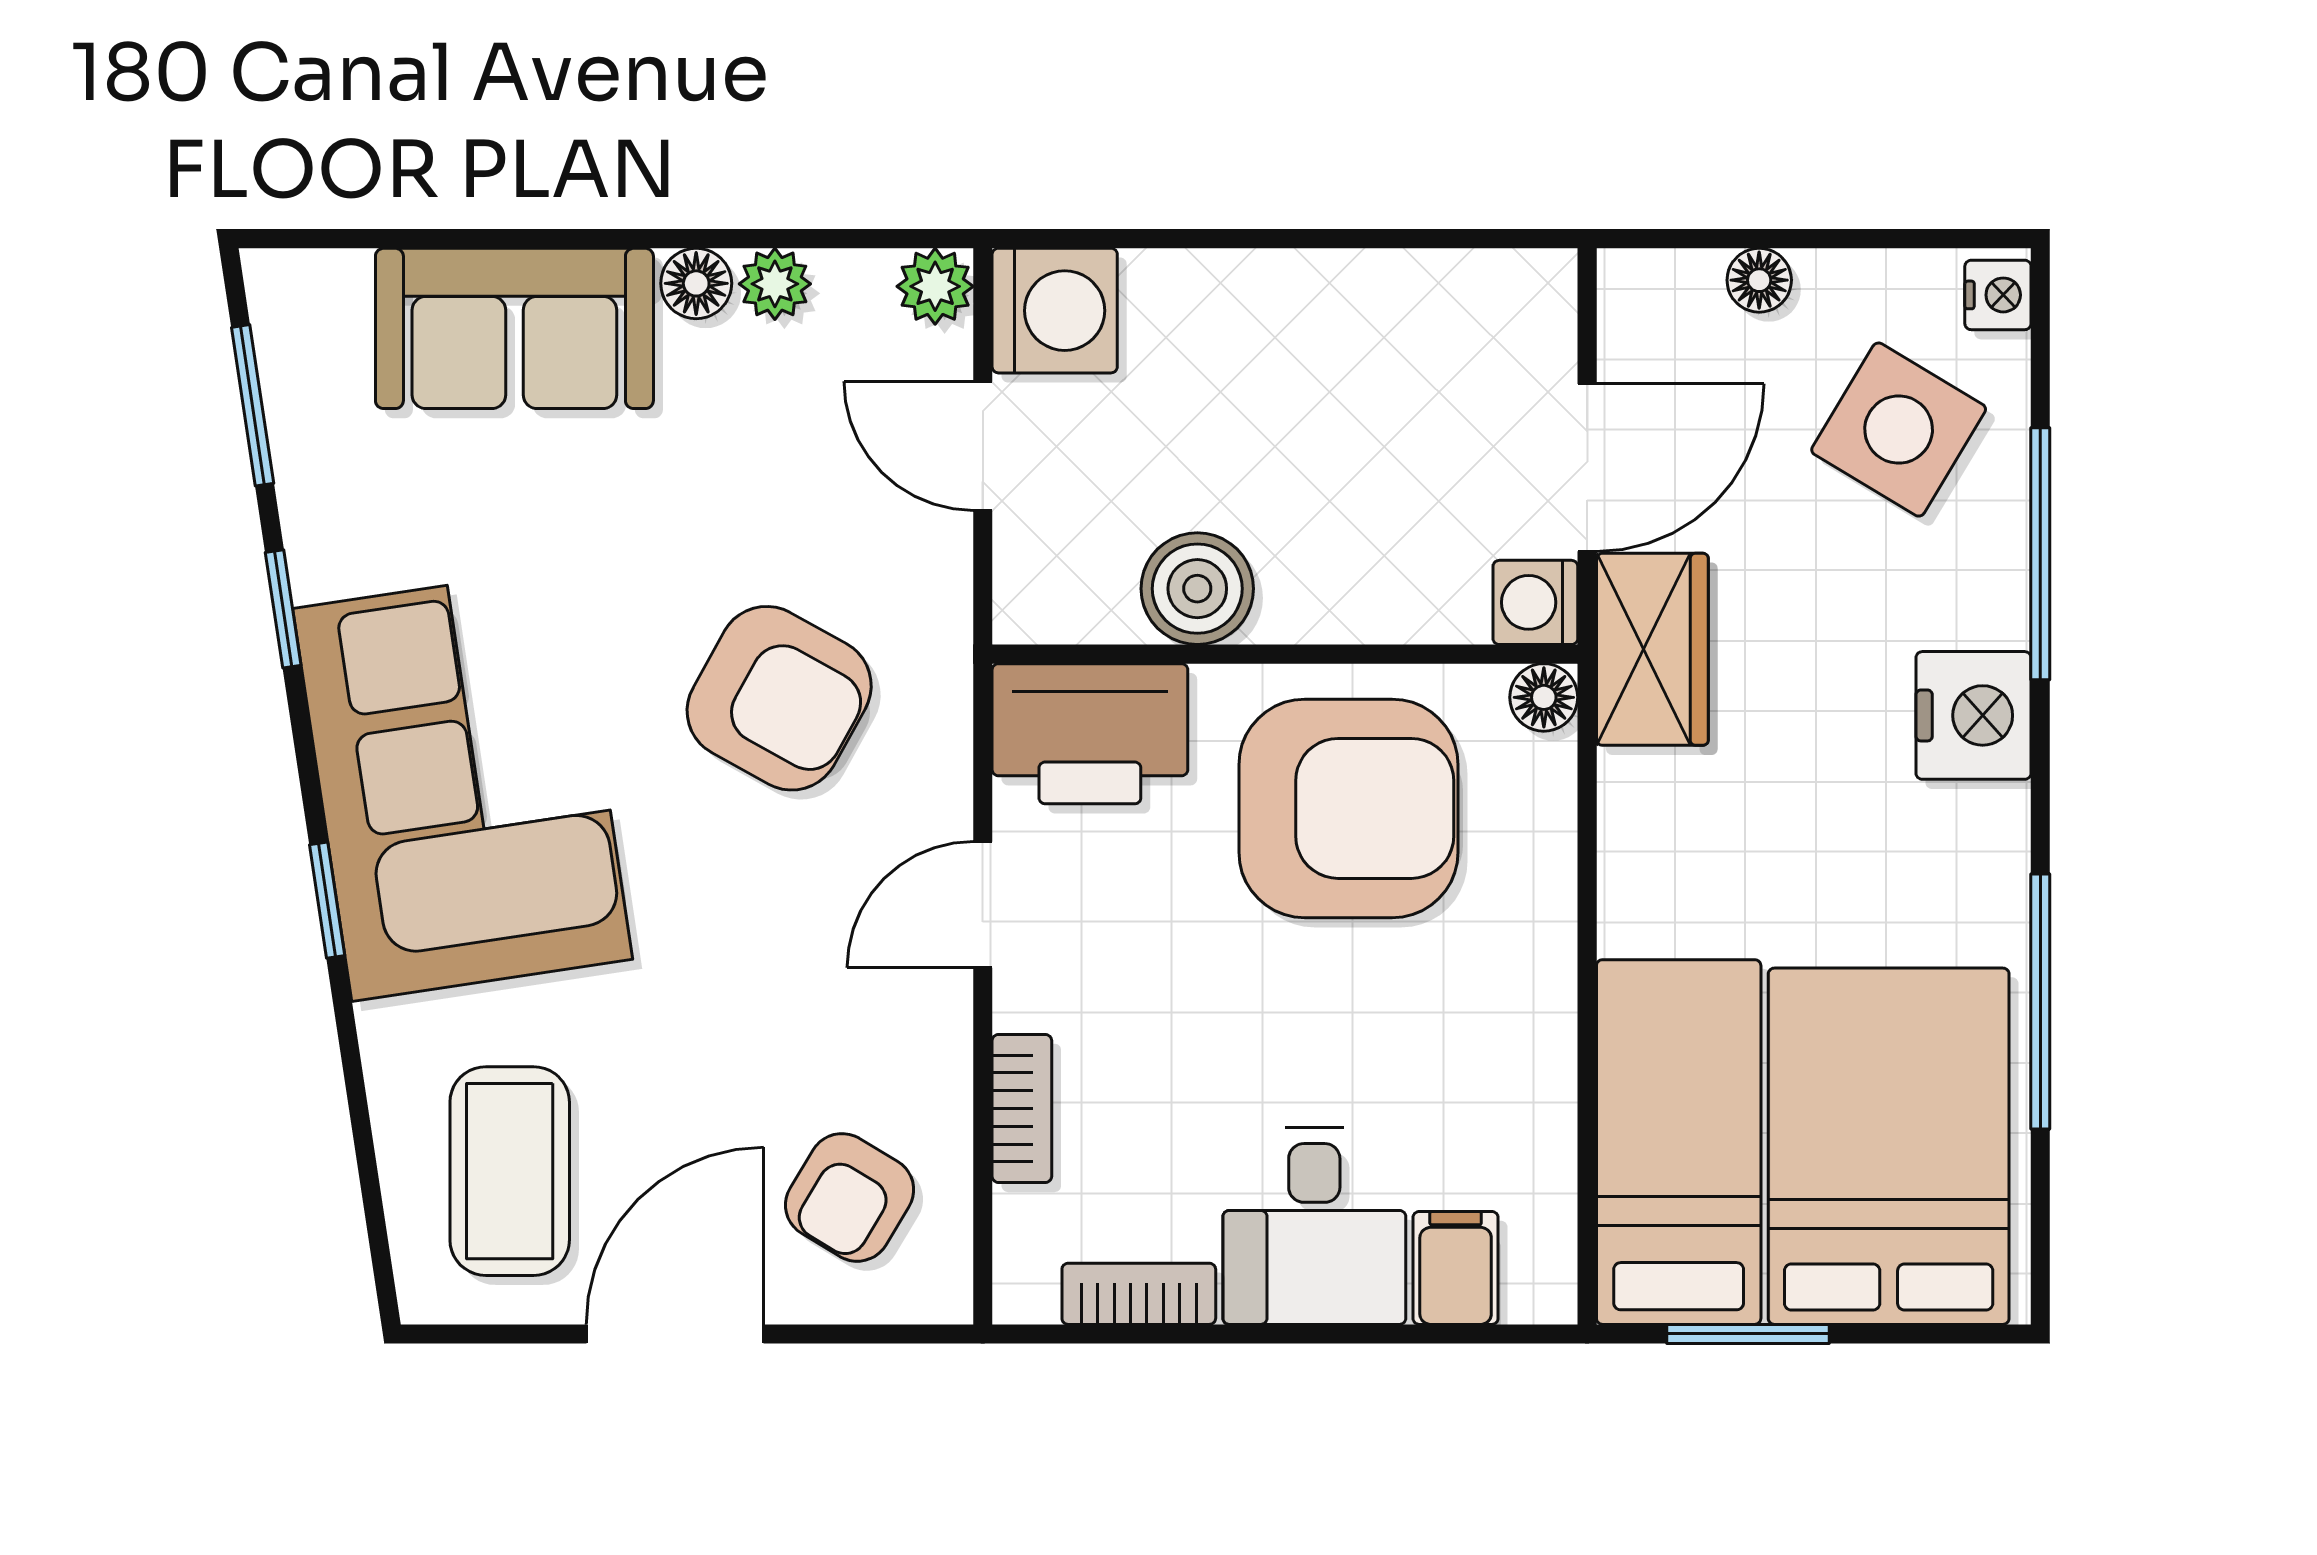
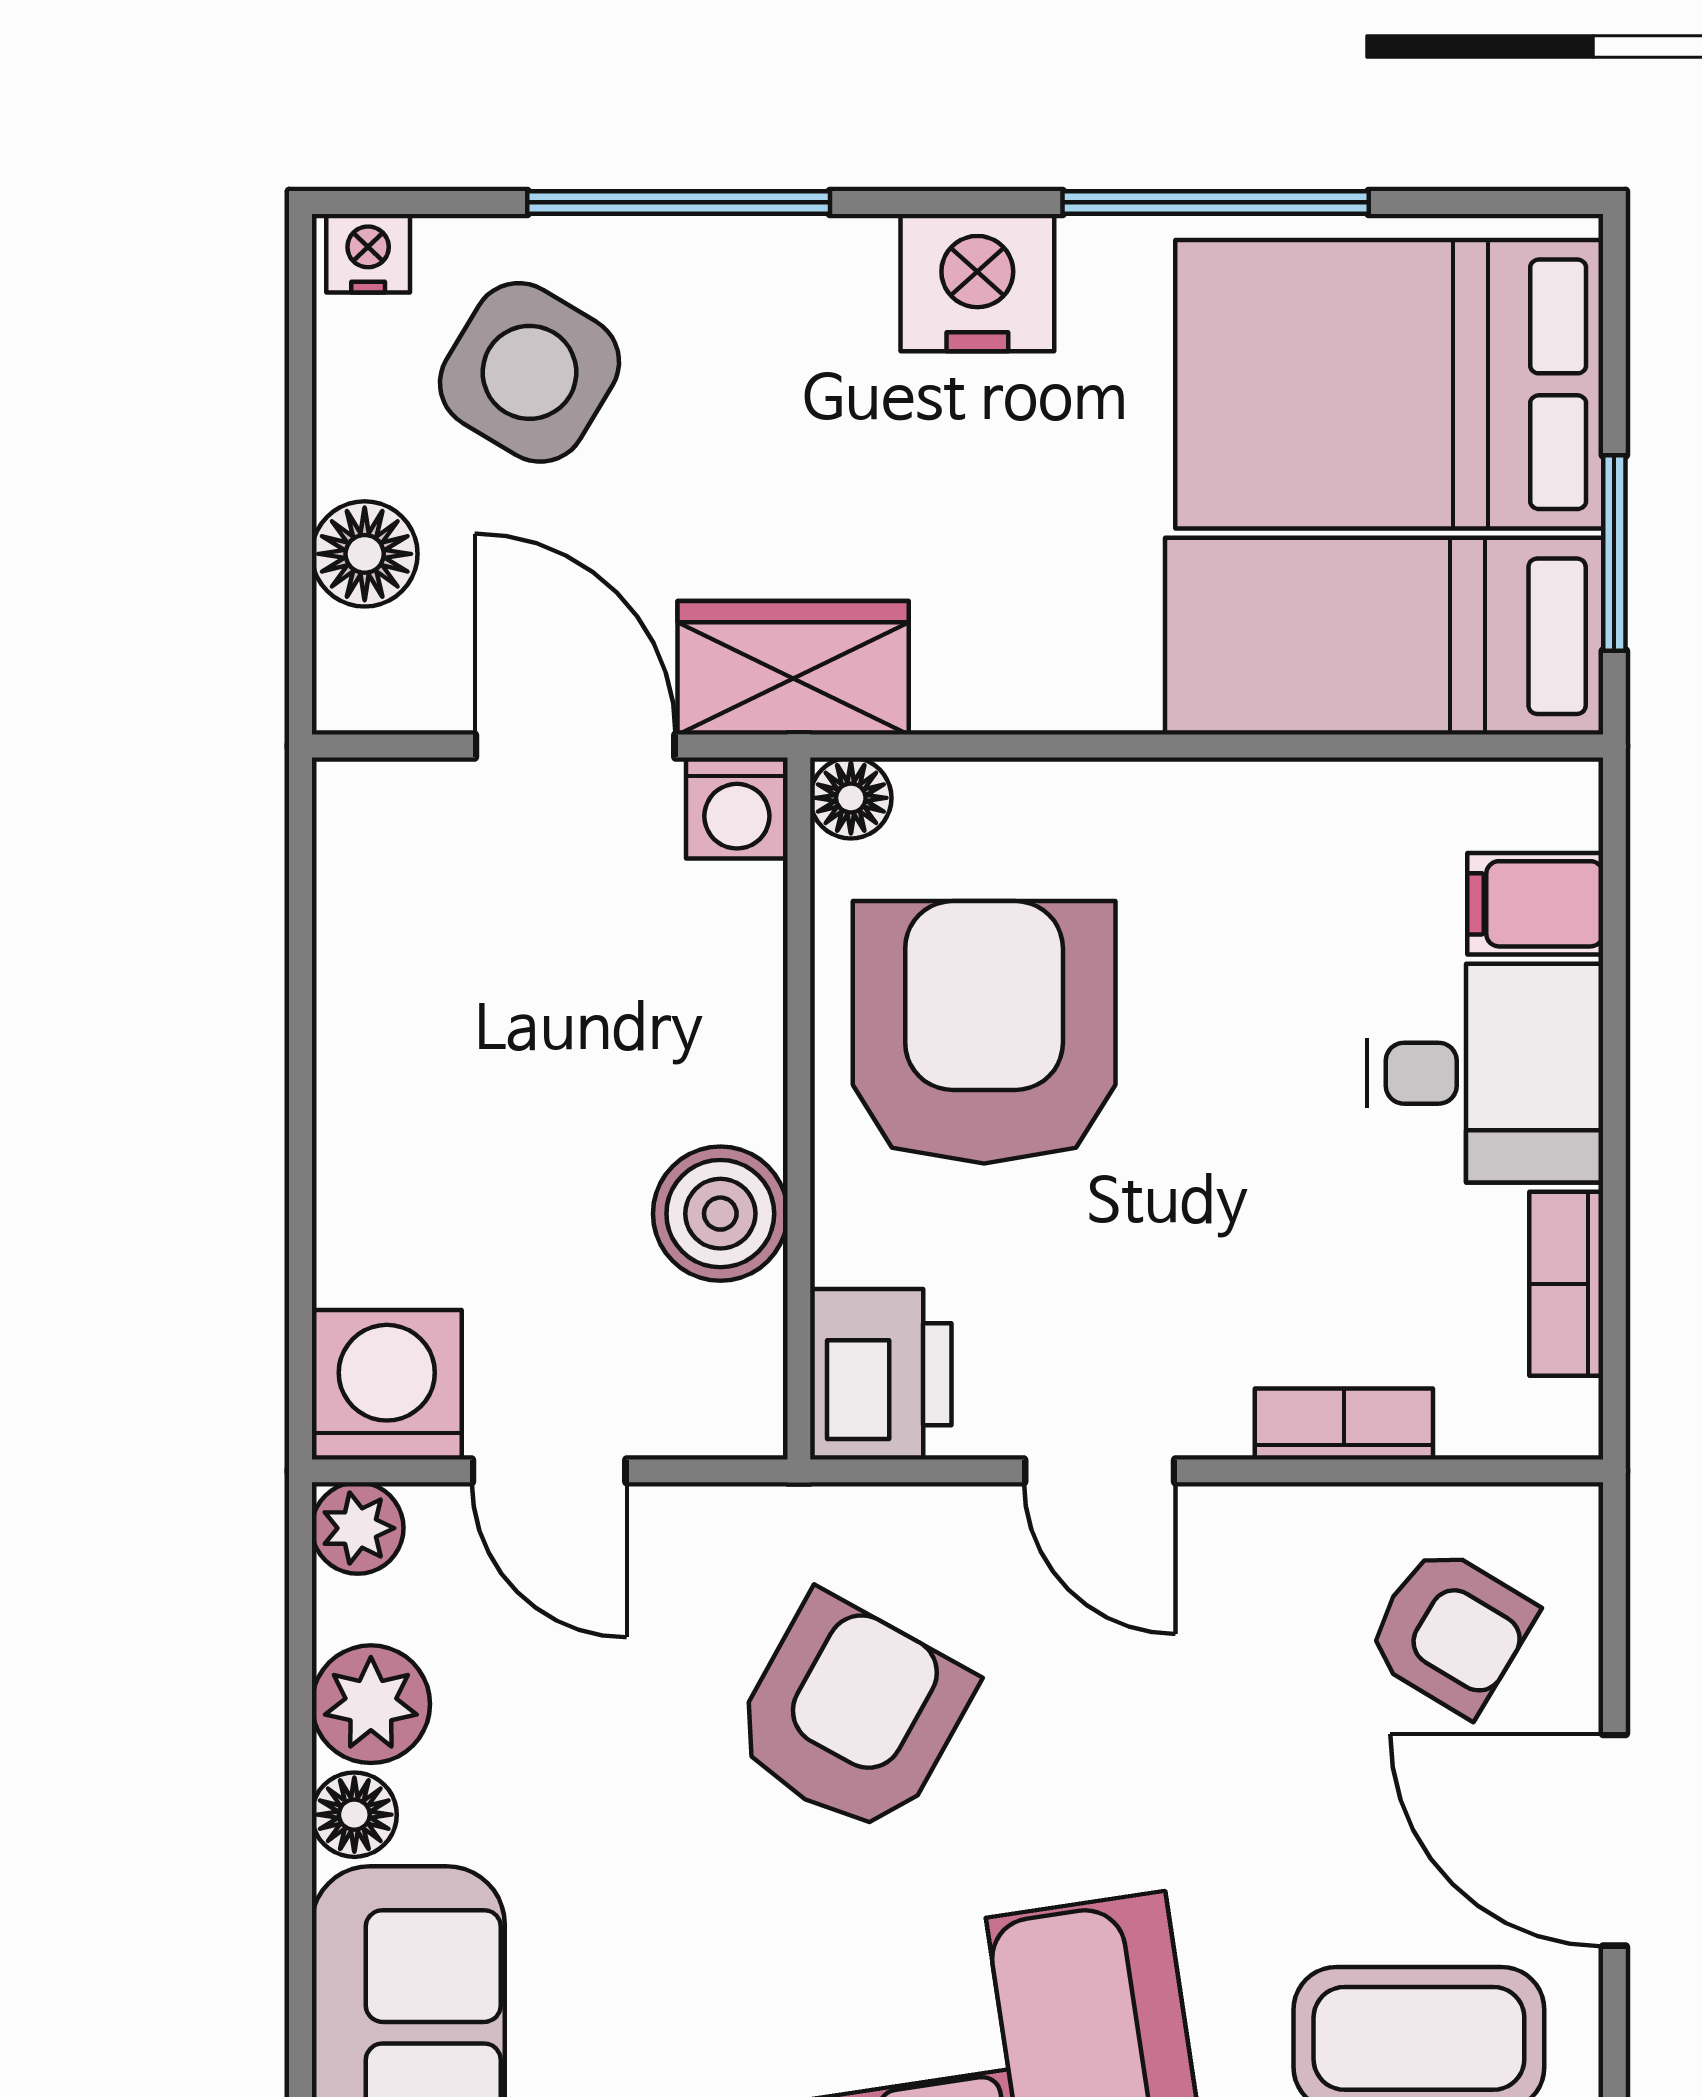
floor lamp: (1759, 280) -> (365, 554), width x1.37, depth x1.37
plant: (775, 284) -> (371, 1704), width x1.38, depth x1.38
door: (983, 446) -> (549, 1471), hinge flipped
nightstand: (1973, 715) -> (977, 283), moved
printer: (1090, 734) -> (881, 1374), width x0.73, depth x0.84

